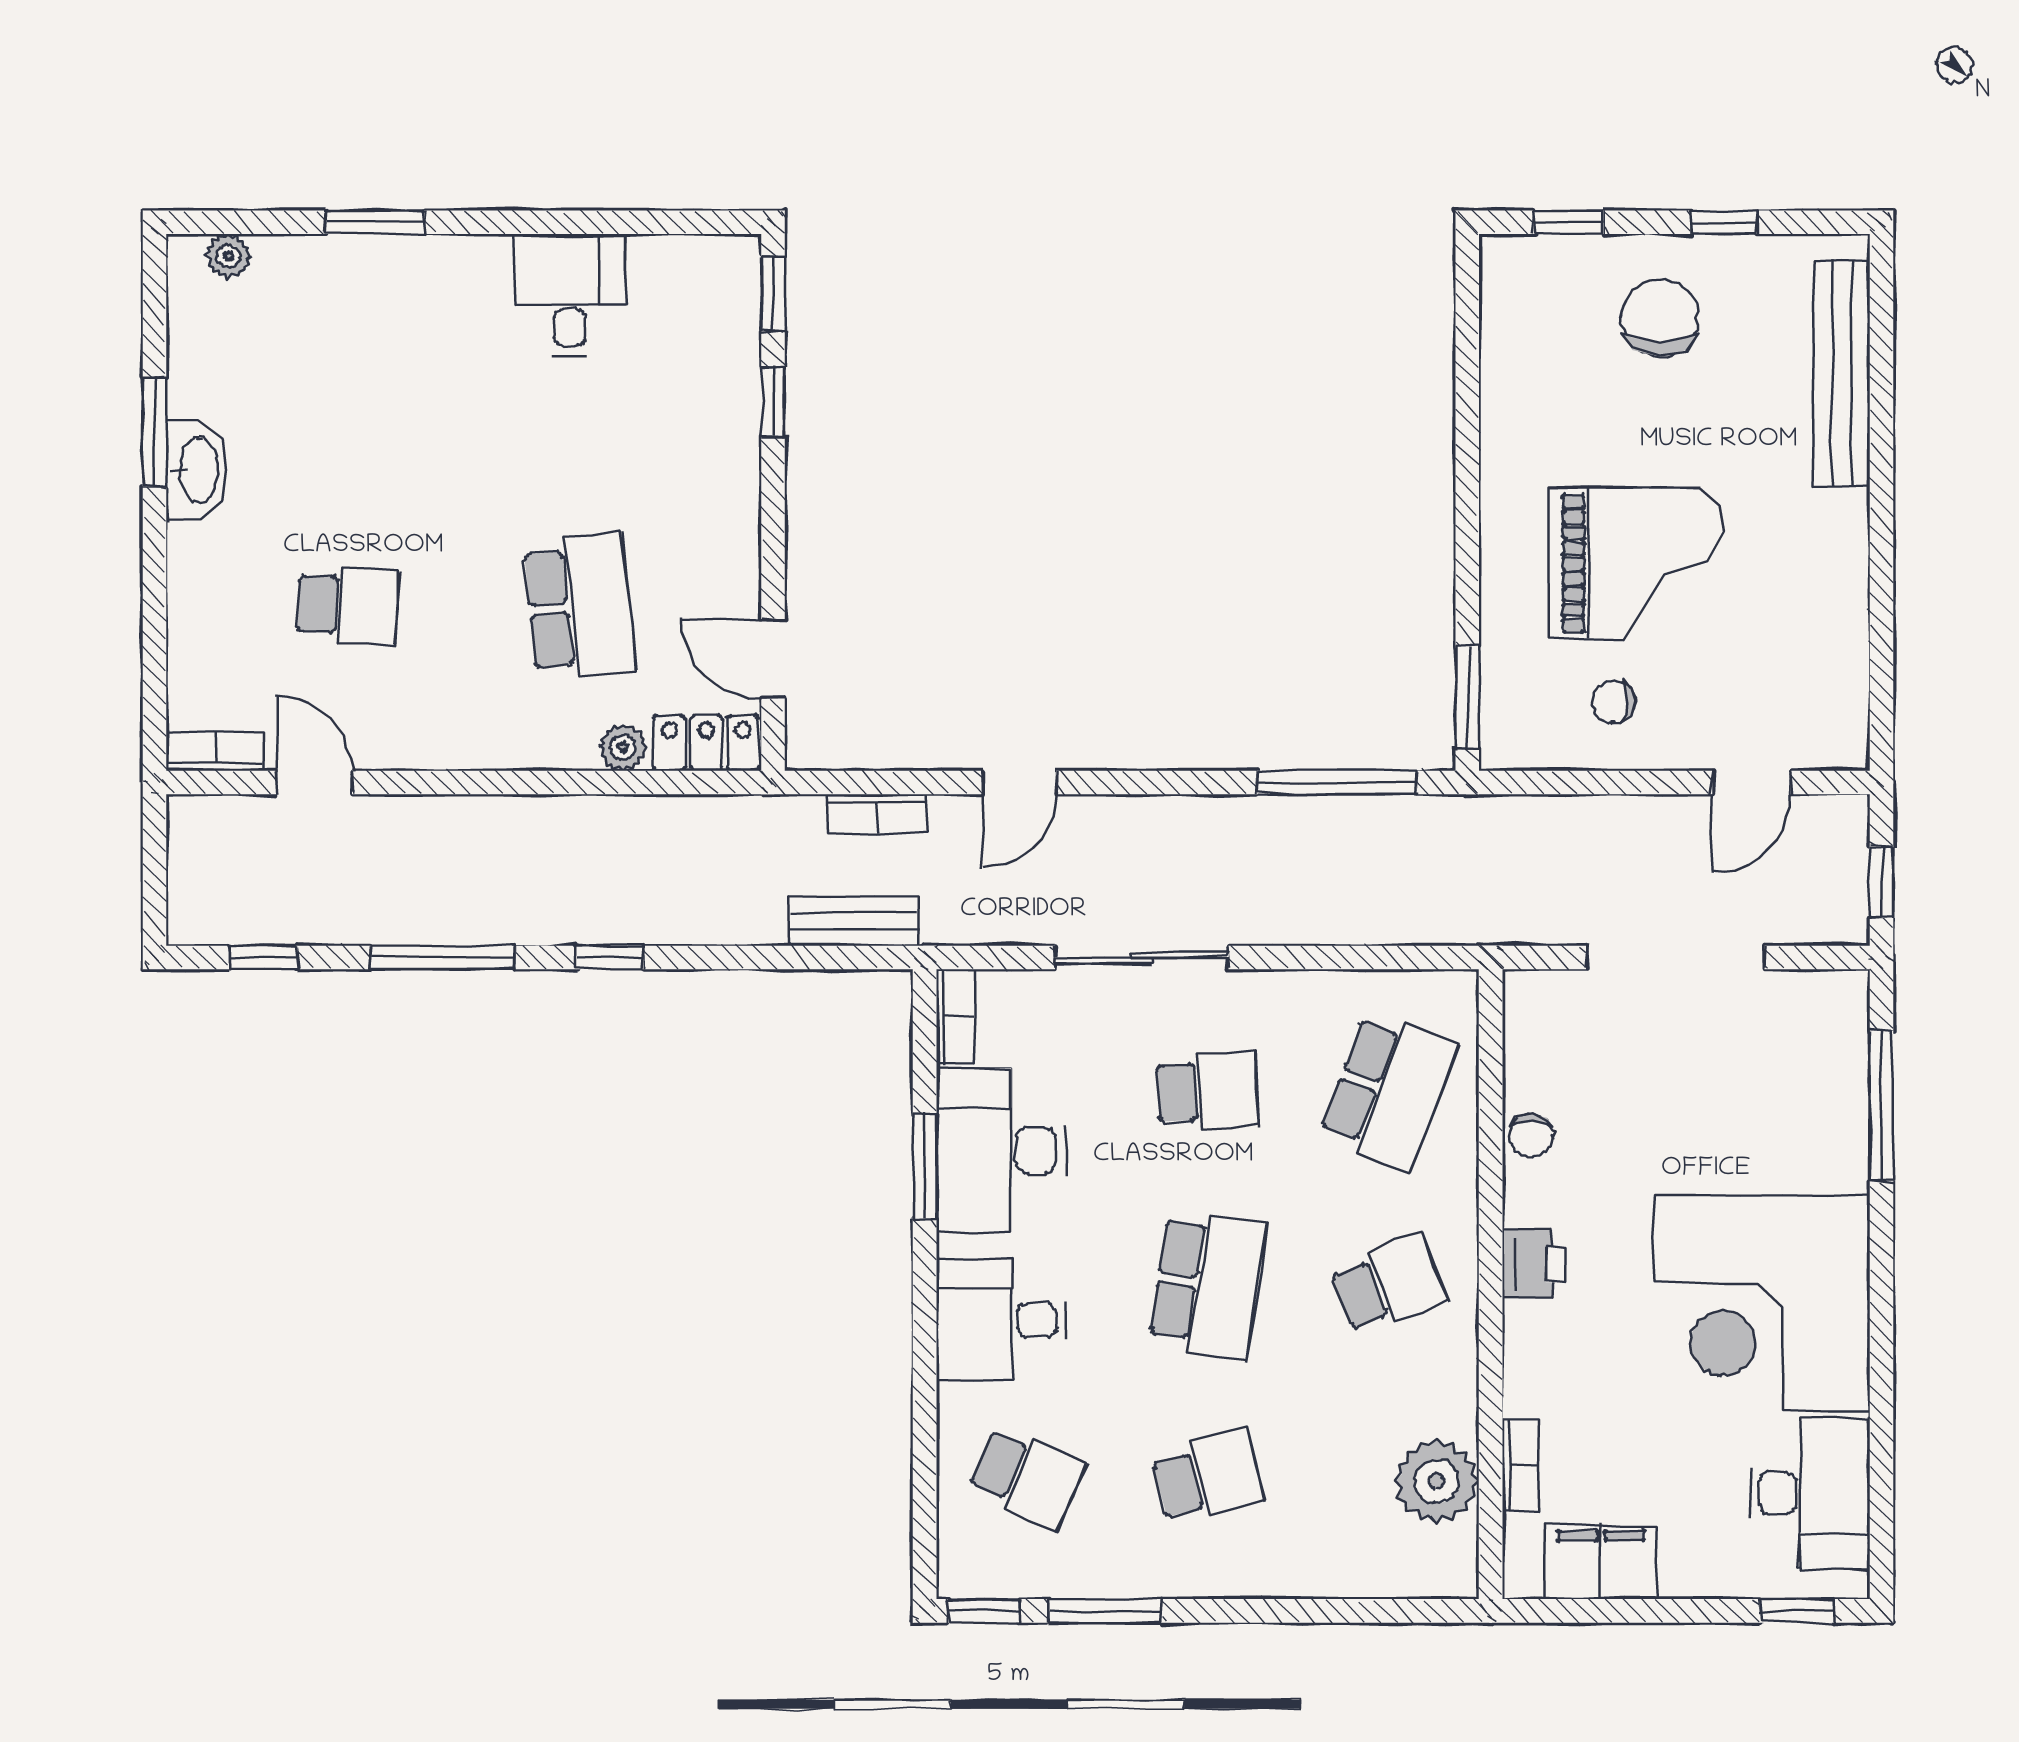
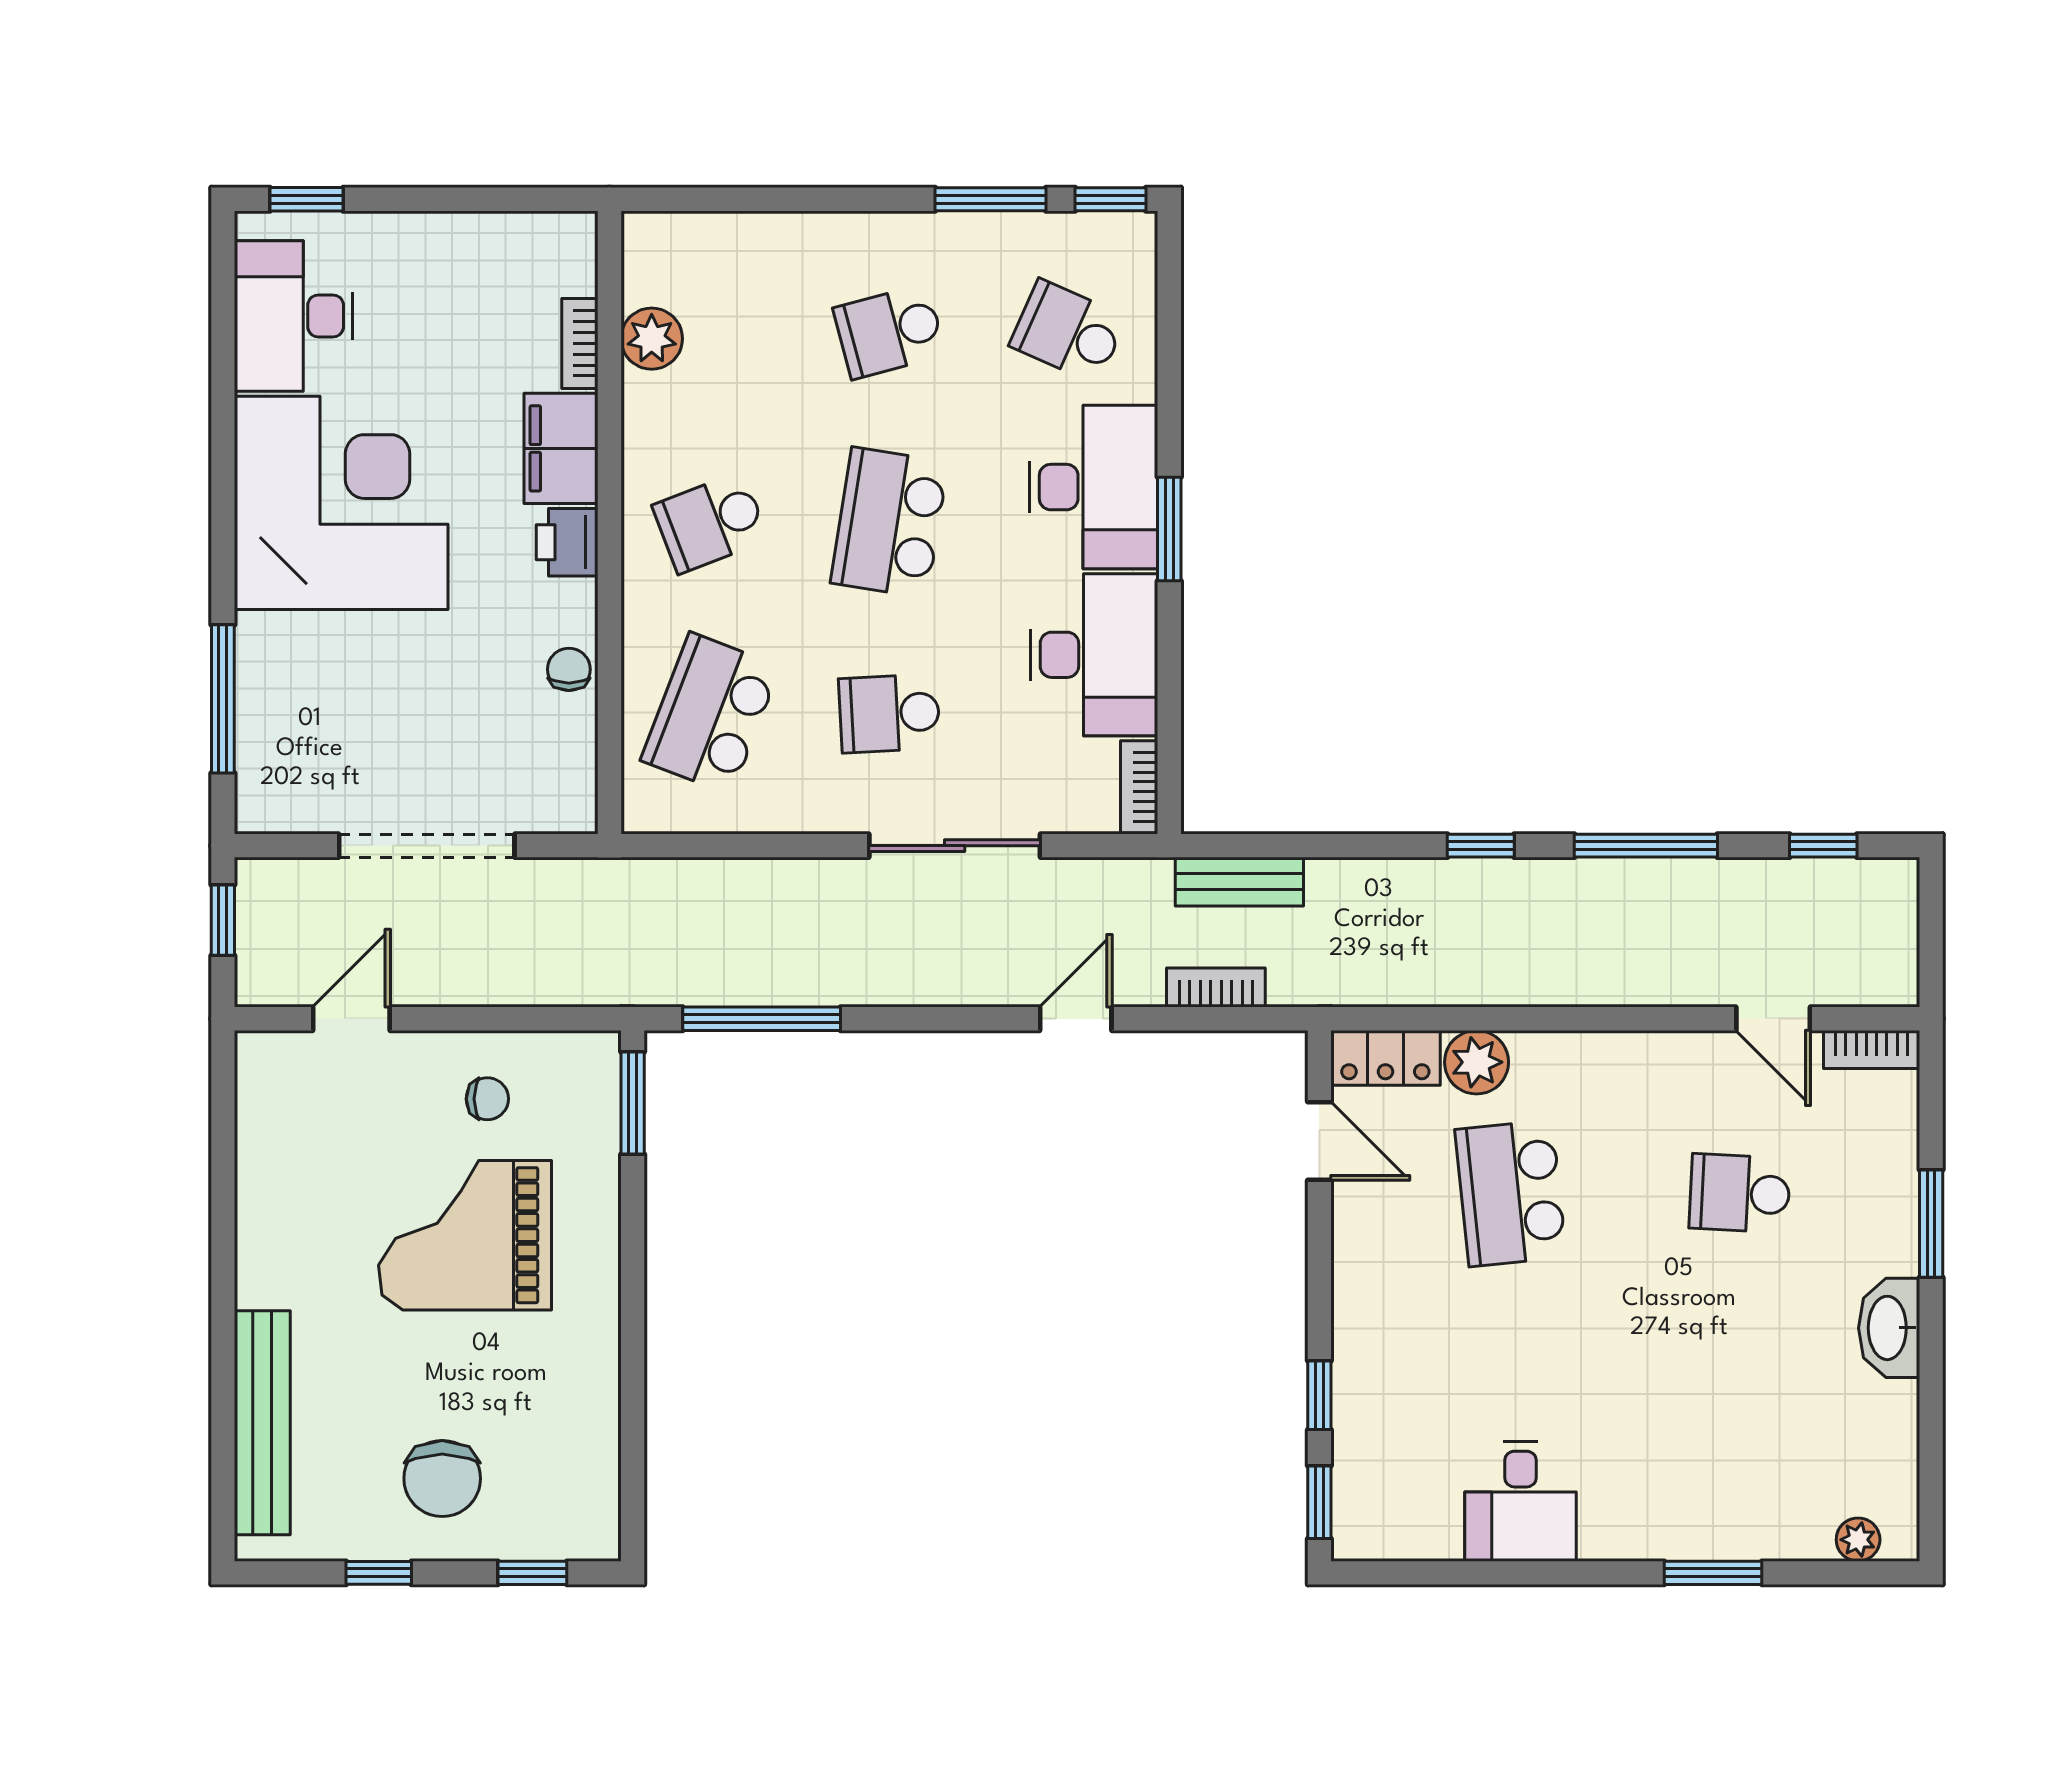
window: (155, 432) -> (1931, 1224), moved
plant: (623, 747) -> (1477, 1062), width x1.38, depth x1.38
window: (925, 1166) -> (1169, 529), moved
desk: (1001, 1320) -> (1093, 487), width x1.37
plant: (1437, 1481) -> (652, 339), width x0.73, depth x0.73
filing cabinet: (1601, 1562) -> (561, 448), moved, turned 90

